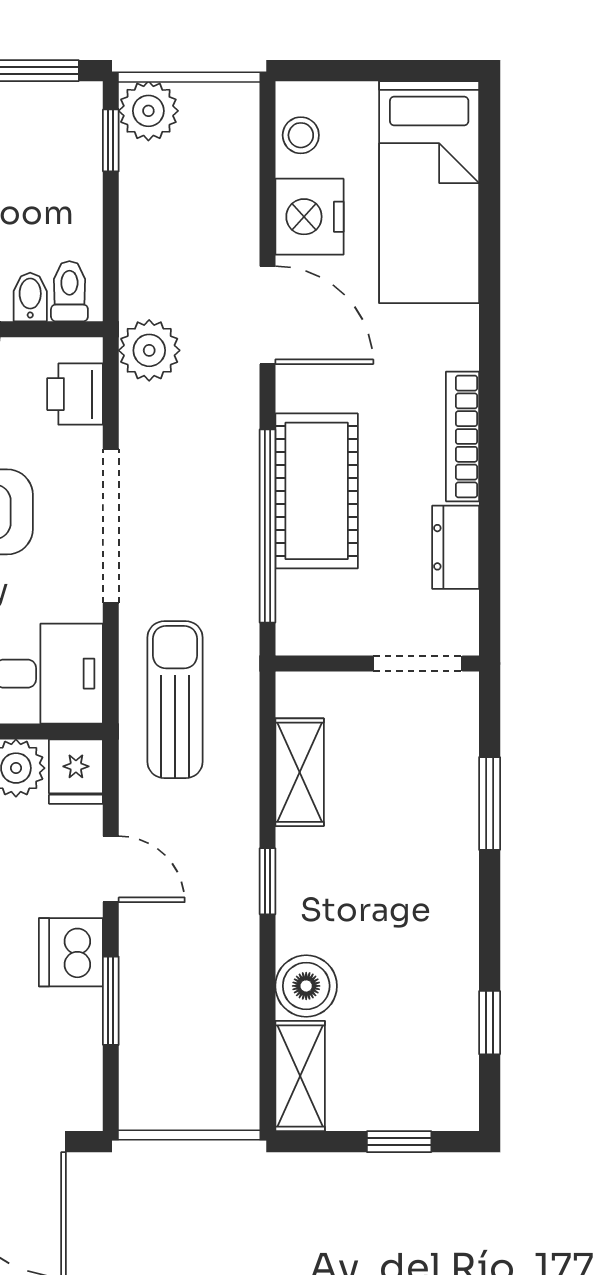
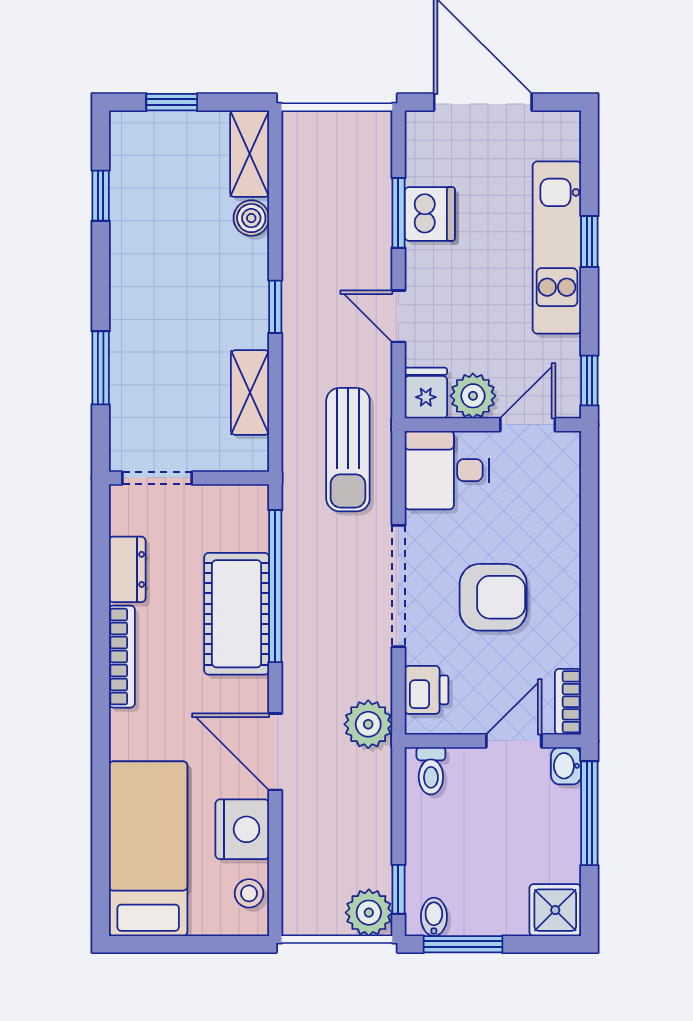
bidet: (30, 297) -> (434, 917), moved, turned 180
dishwasher: (71, 952) -> (430, 214), moved
boiler: (306, 986) -> (251, 218), width x0.73, depth x0.73

